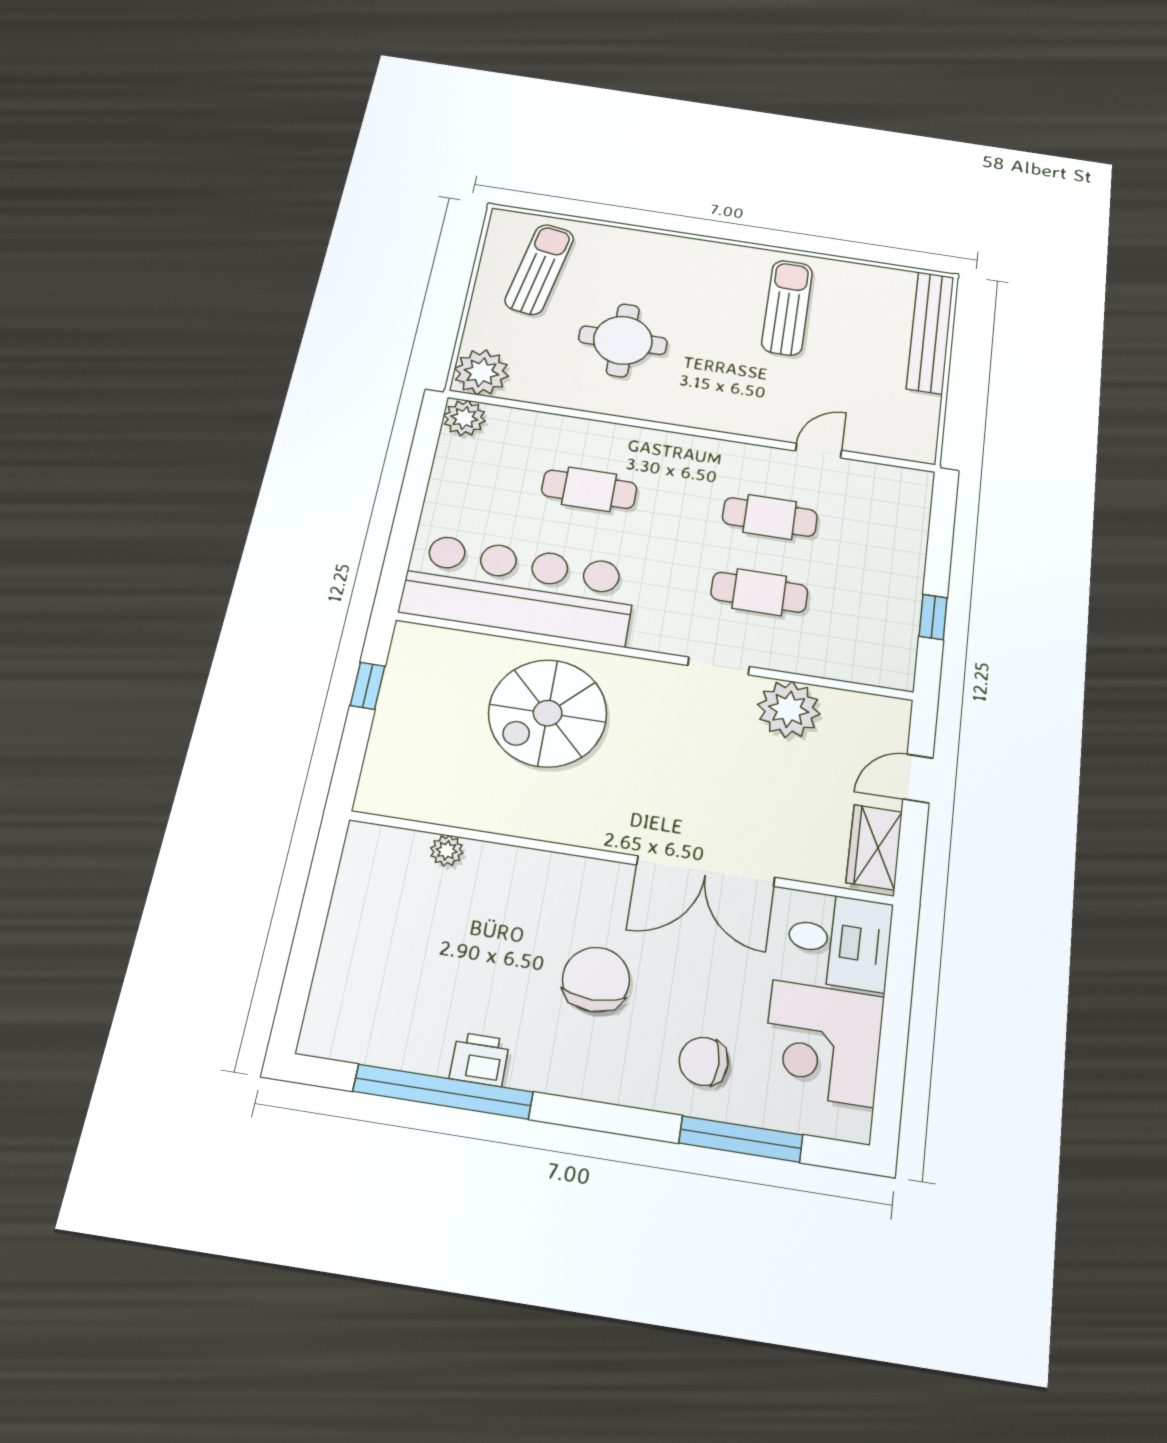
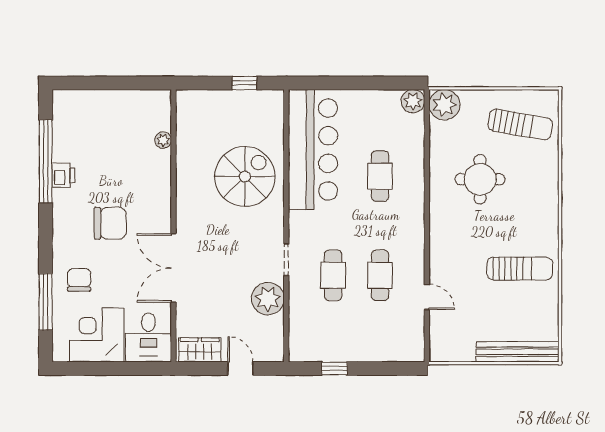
spiral stairs: (548, 713) -> (245, 177), turned 90

